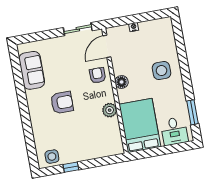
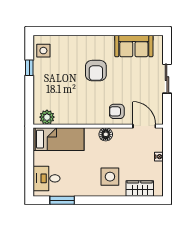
sliding door: (78, 29) -> (167, 79), moved
wardrobe: (168, 40) -> (140, 188), added
armchair: (98, 75) -> (117, 111), turned 180
plant: (110, 110) -> (47, 117), moved
bed: (140, 125) -> (59, 139), width x0.67

